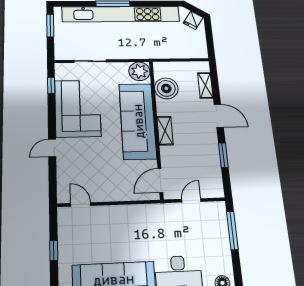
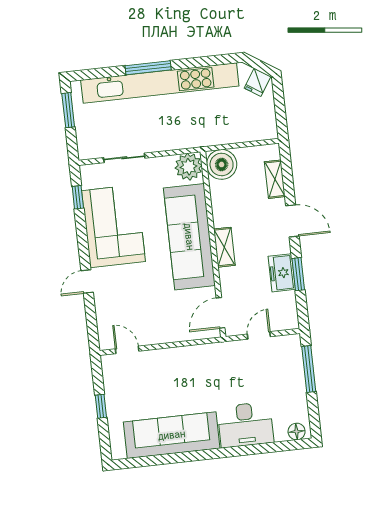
boiler: (166, 88) -> (222, 164), moved
freezer: (210, 153) -> (282, 273), added

